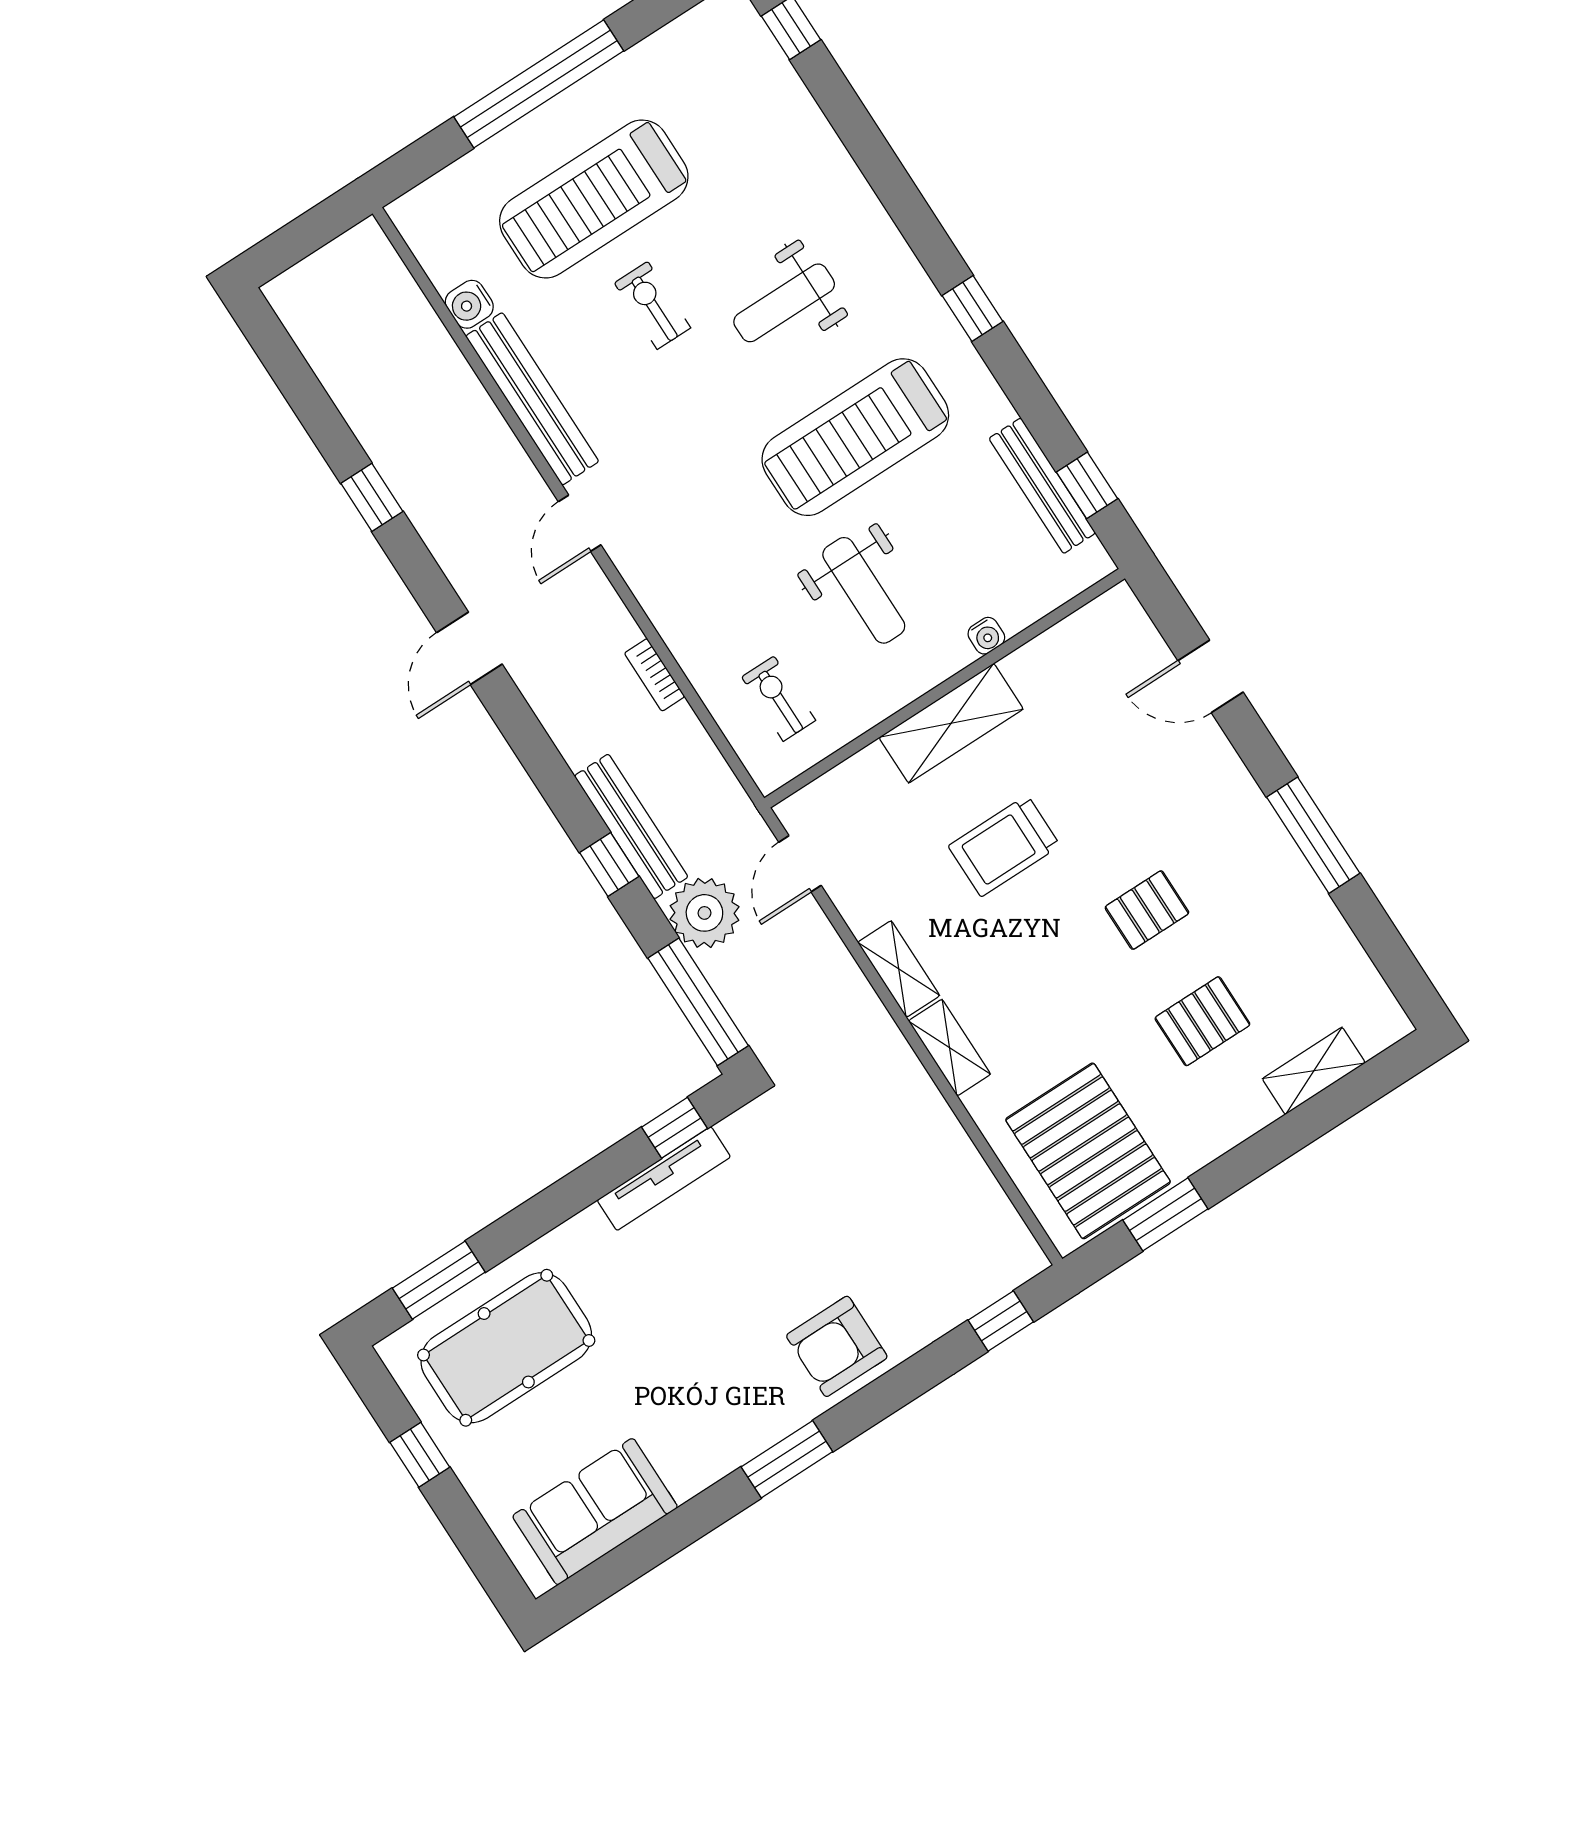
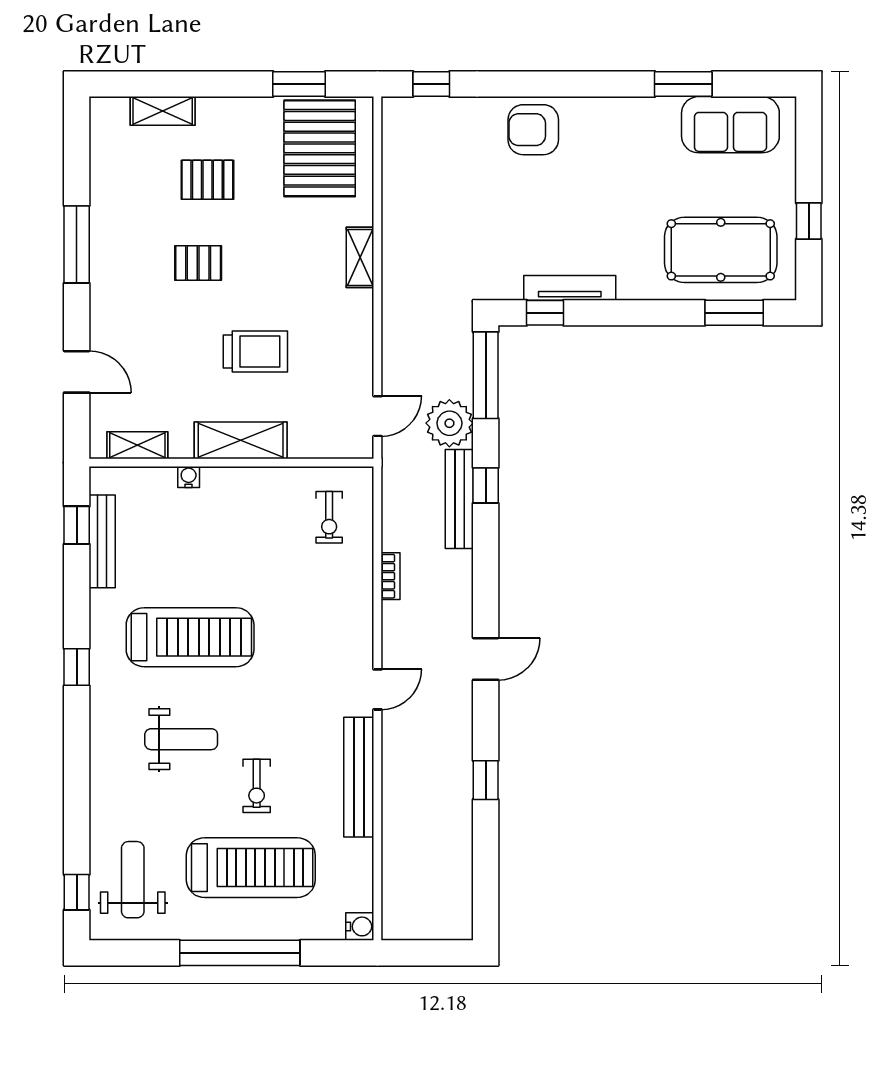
water cooler: (469, 304) -> (360, 926), moved
weight bench: (864, 590) -> (133, 880), moved
shelving: (899, 969) -> (137, 445), moved, turned 90
armchair: (837, 1346) -> (533, 130), turned 180
window: (787, 1459) -> (683, 84), moved

